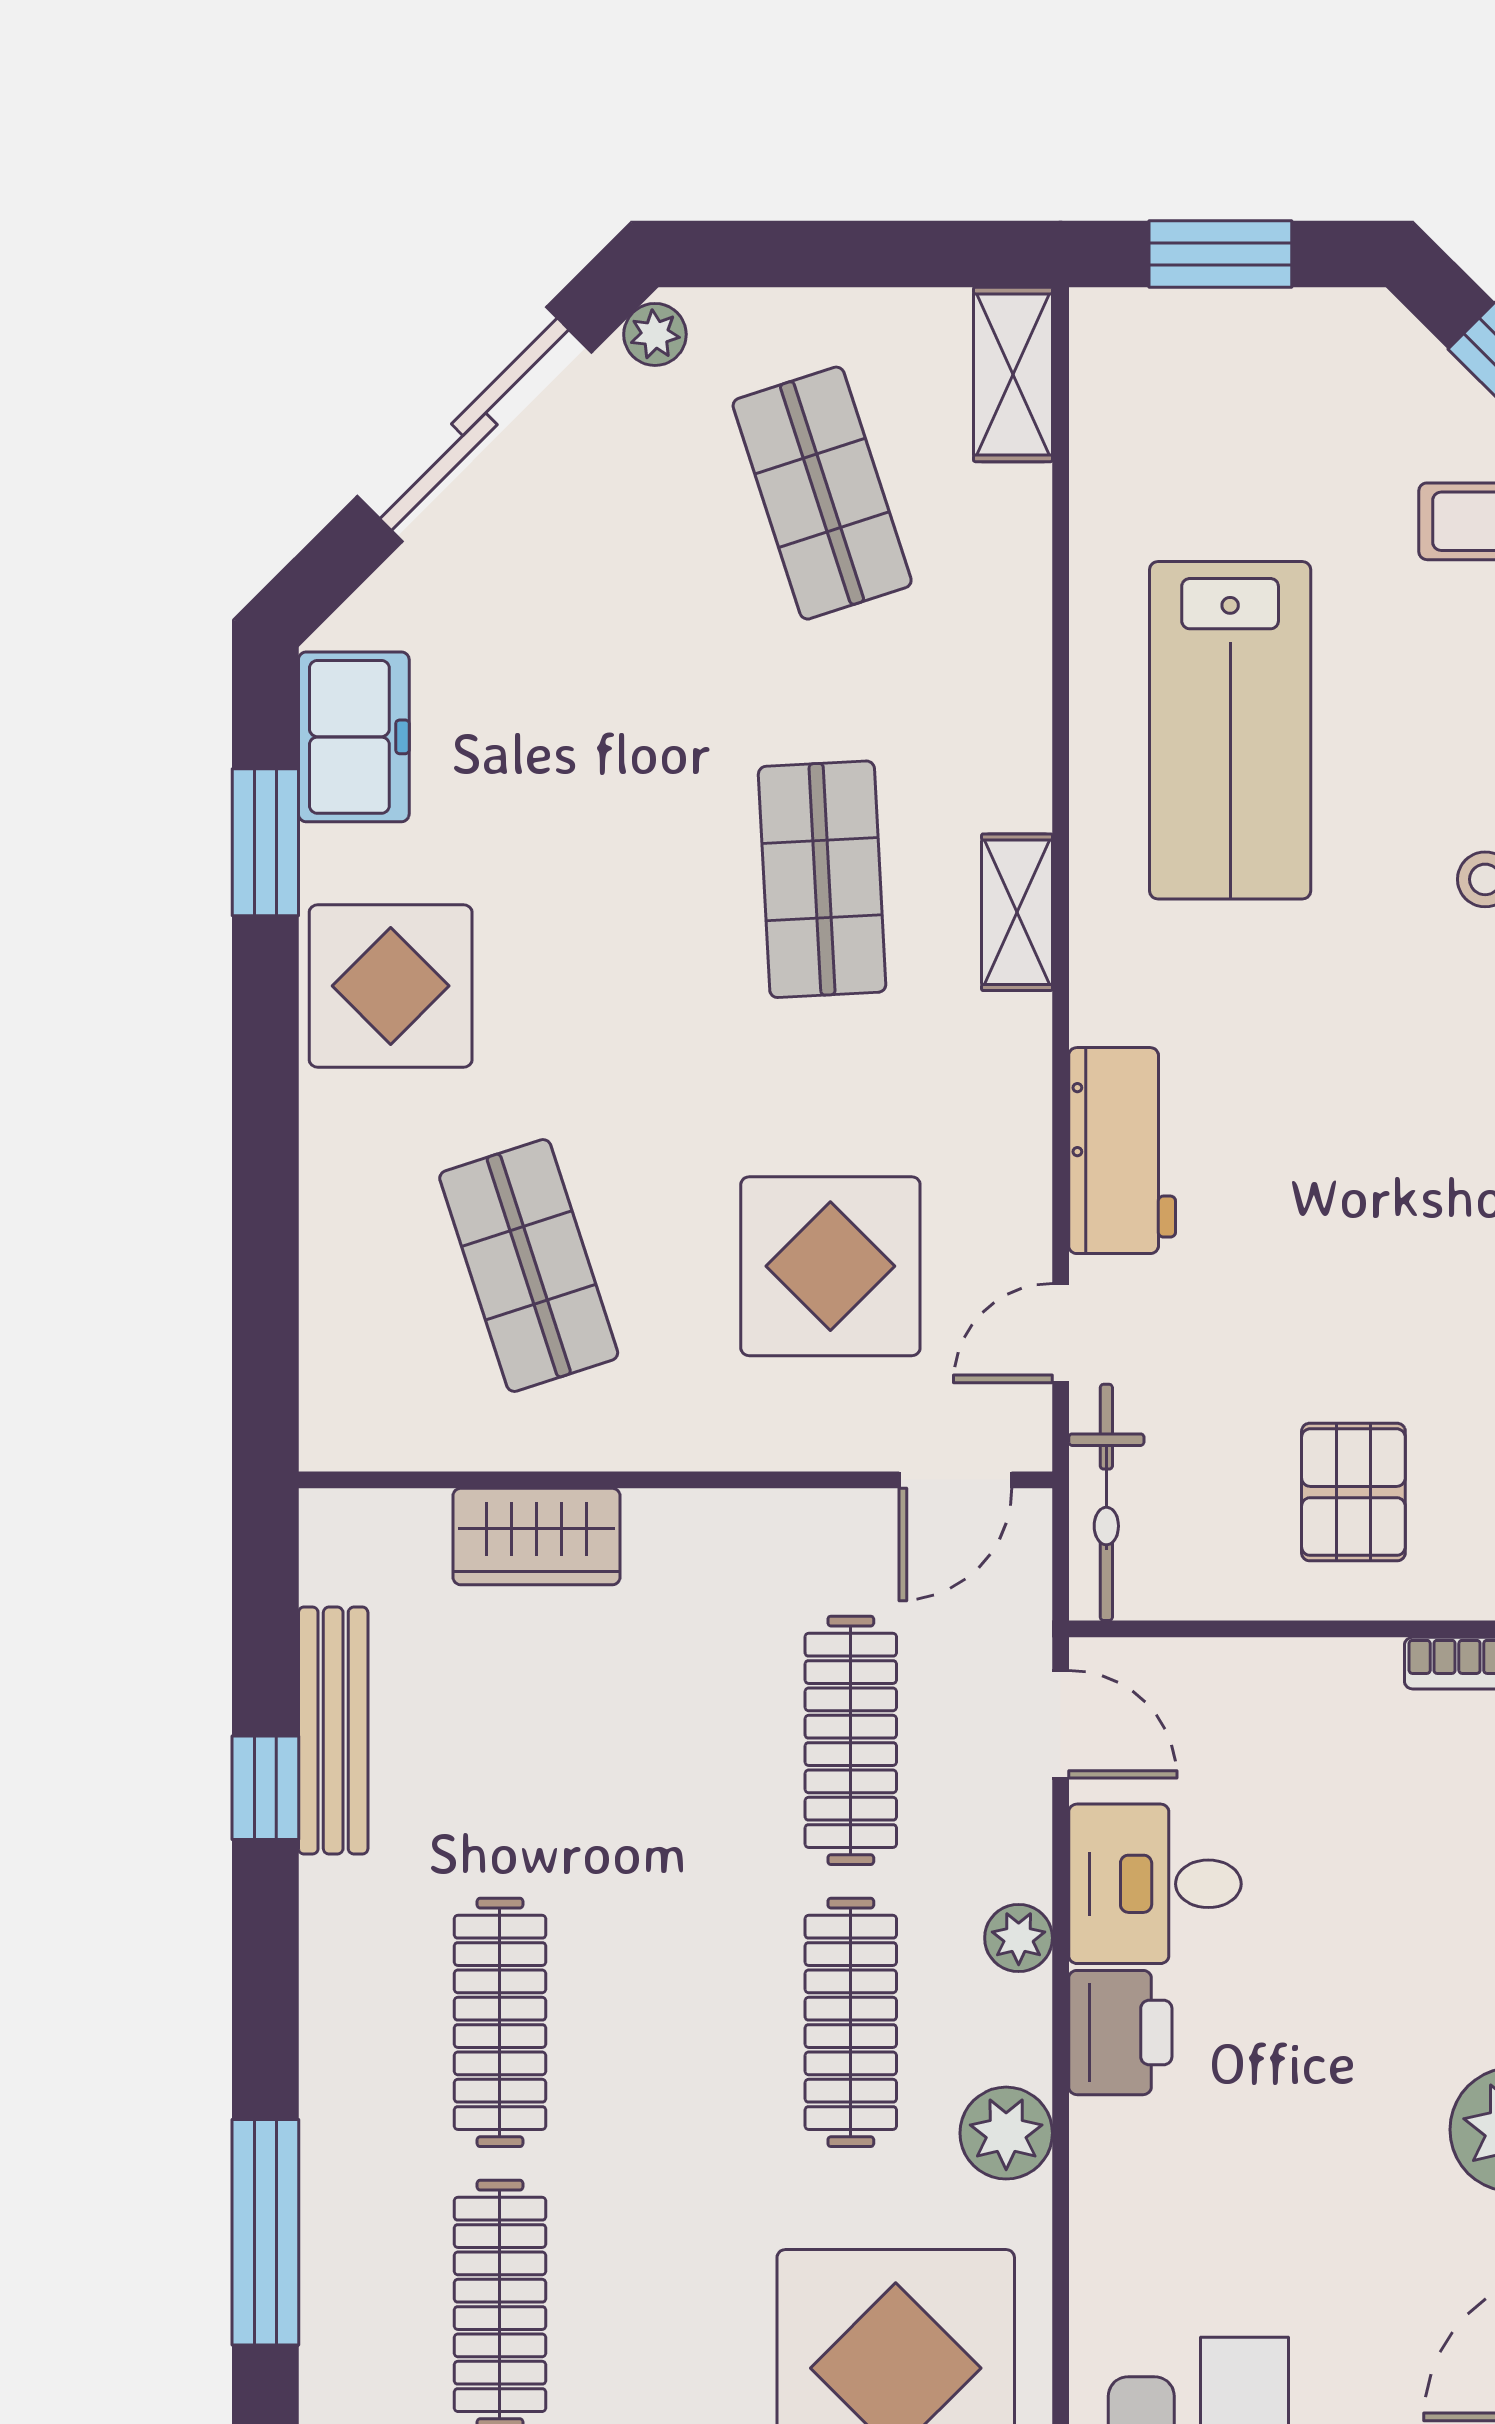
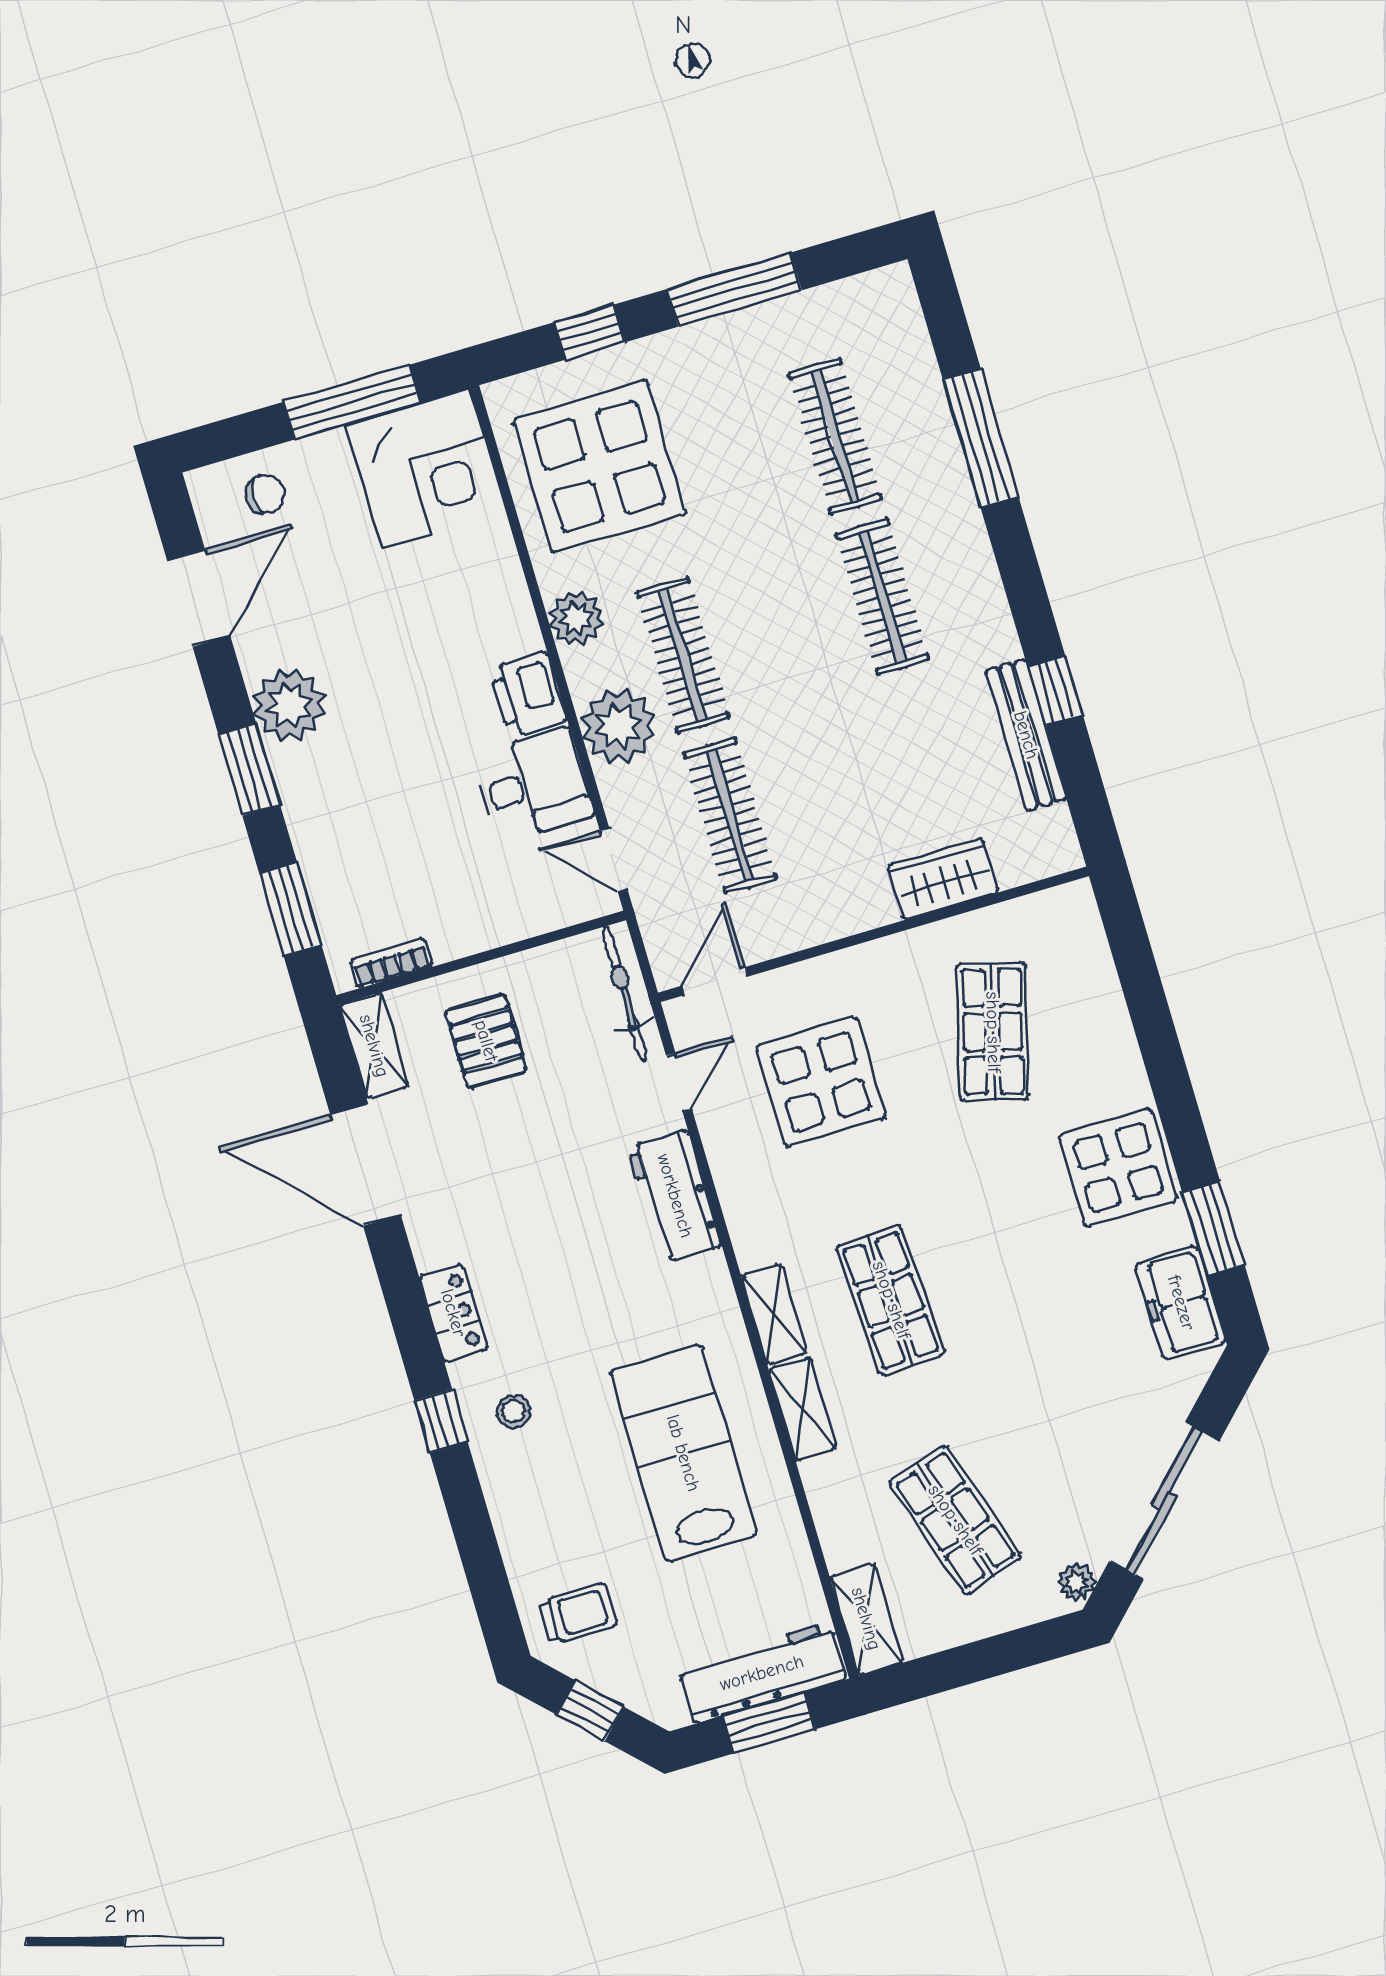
workbench: (1208, 338) -> (762, 1673), added
shelving: (1016, 746) -> (803, 1409), added
shop shelf: (529, 1266) -> (993, 1032), turned 33
plant: (1019, 1938) -> (618, 726), width x1.87, depth x1.87

